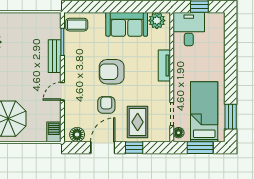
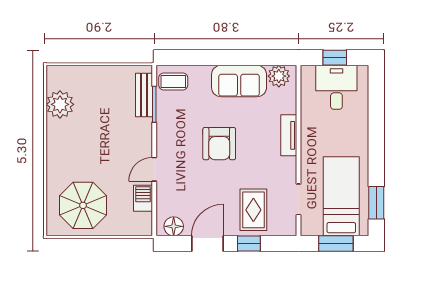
desk: (189, 29) -> (336, 87), moved
bench: (55, 56) -> (144, 95), moved
armchair: (112, 72) -> (219, 144), turned -90
armchair: (106, 105) -> (212, 187), removed
barbecue: (54, 132) -> (143, 198), moved
floor lamp: (178, 133) -> (307, 224), removed

